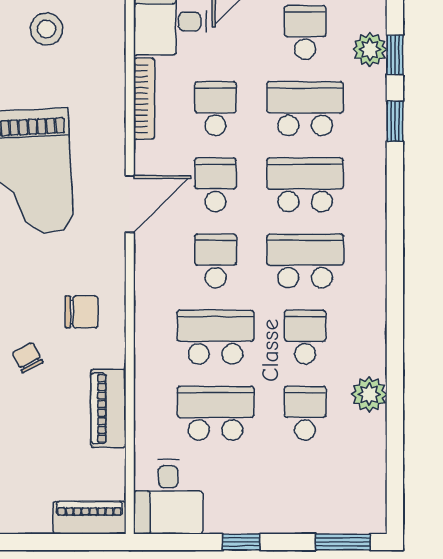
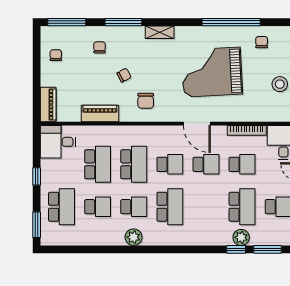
plant: (370, 49) -> (241, 237), moved
window: (395, 55) -> (268, 249), width x1.50
school desk: (305, 185) -> (62, 207), moved
plant: (369, 394) -> (134, 237), moved

